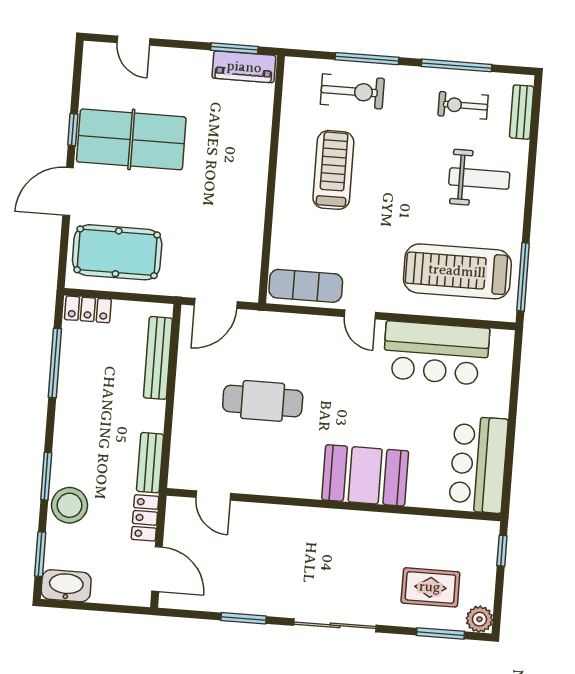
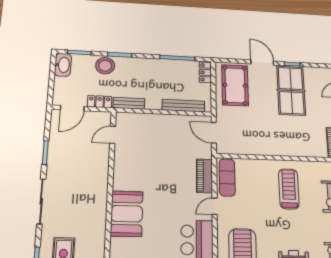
treadmill: (333, 170) -> (289, 189), turned -90
piano: (301, 328) -> (204, 176), added
cafe table: (263, 401) -> (165, 158), removed

